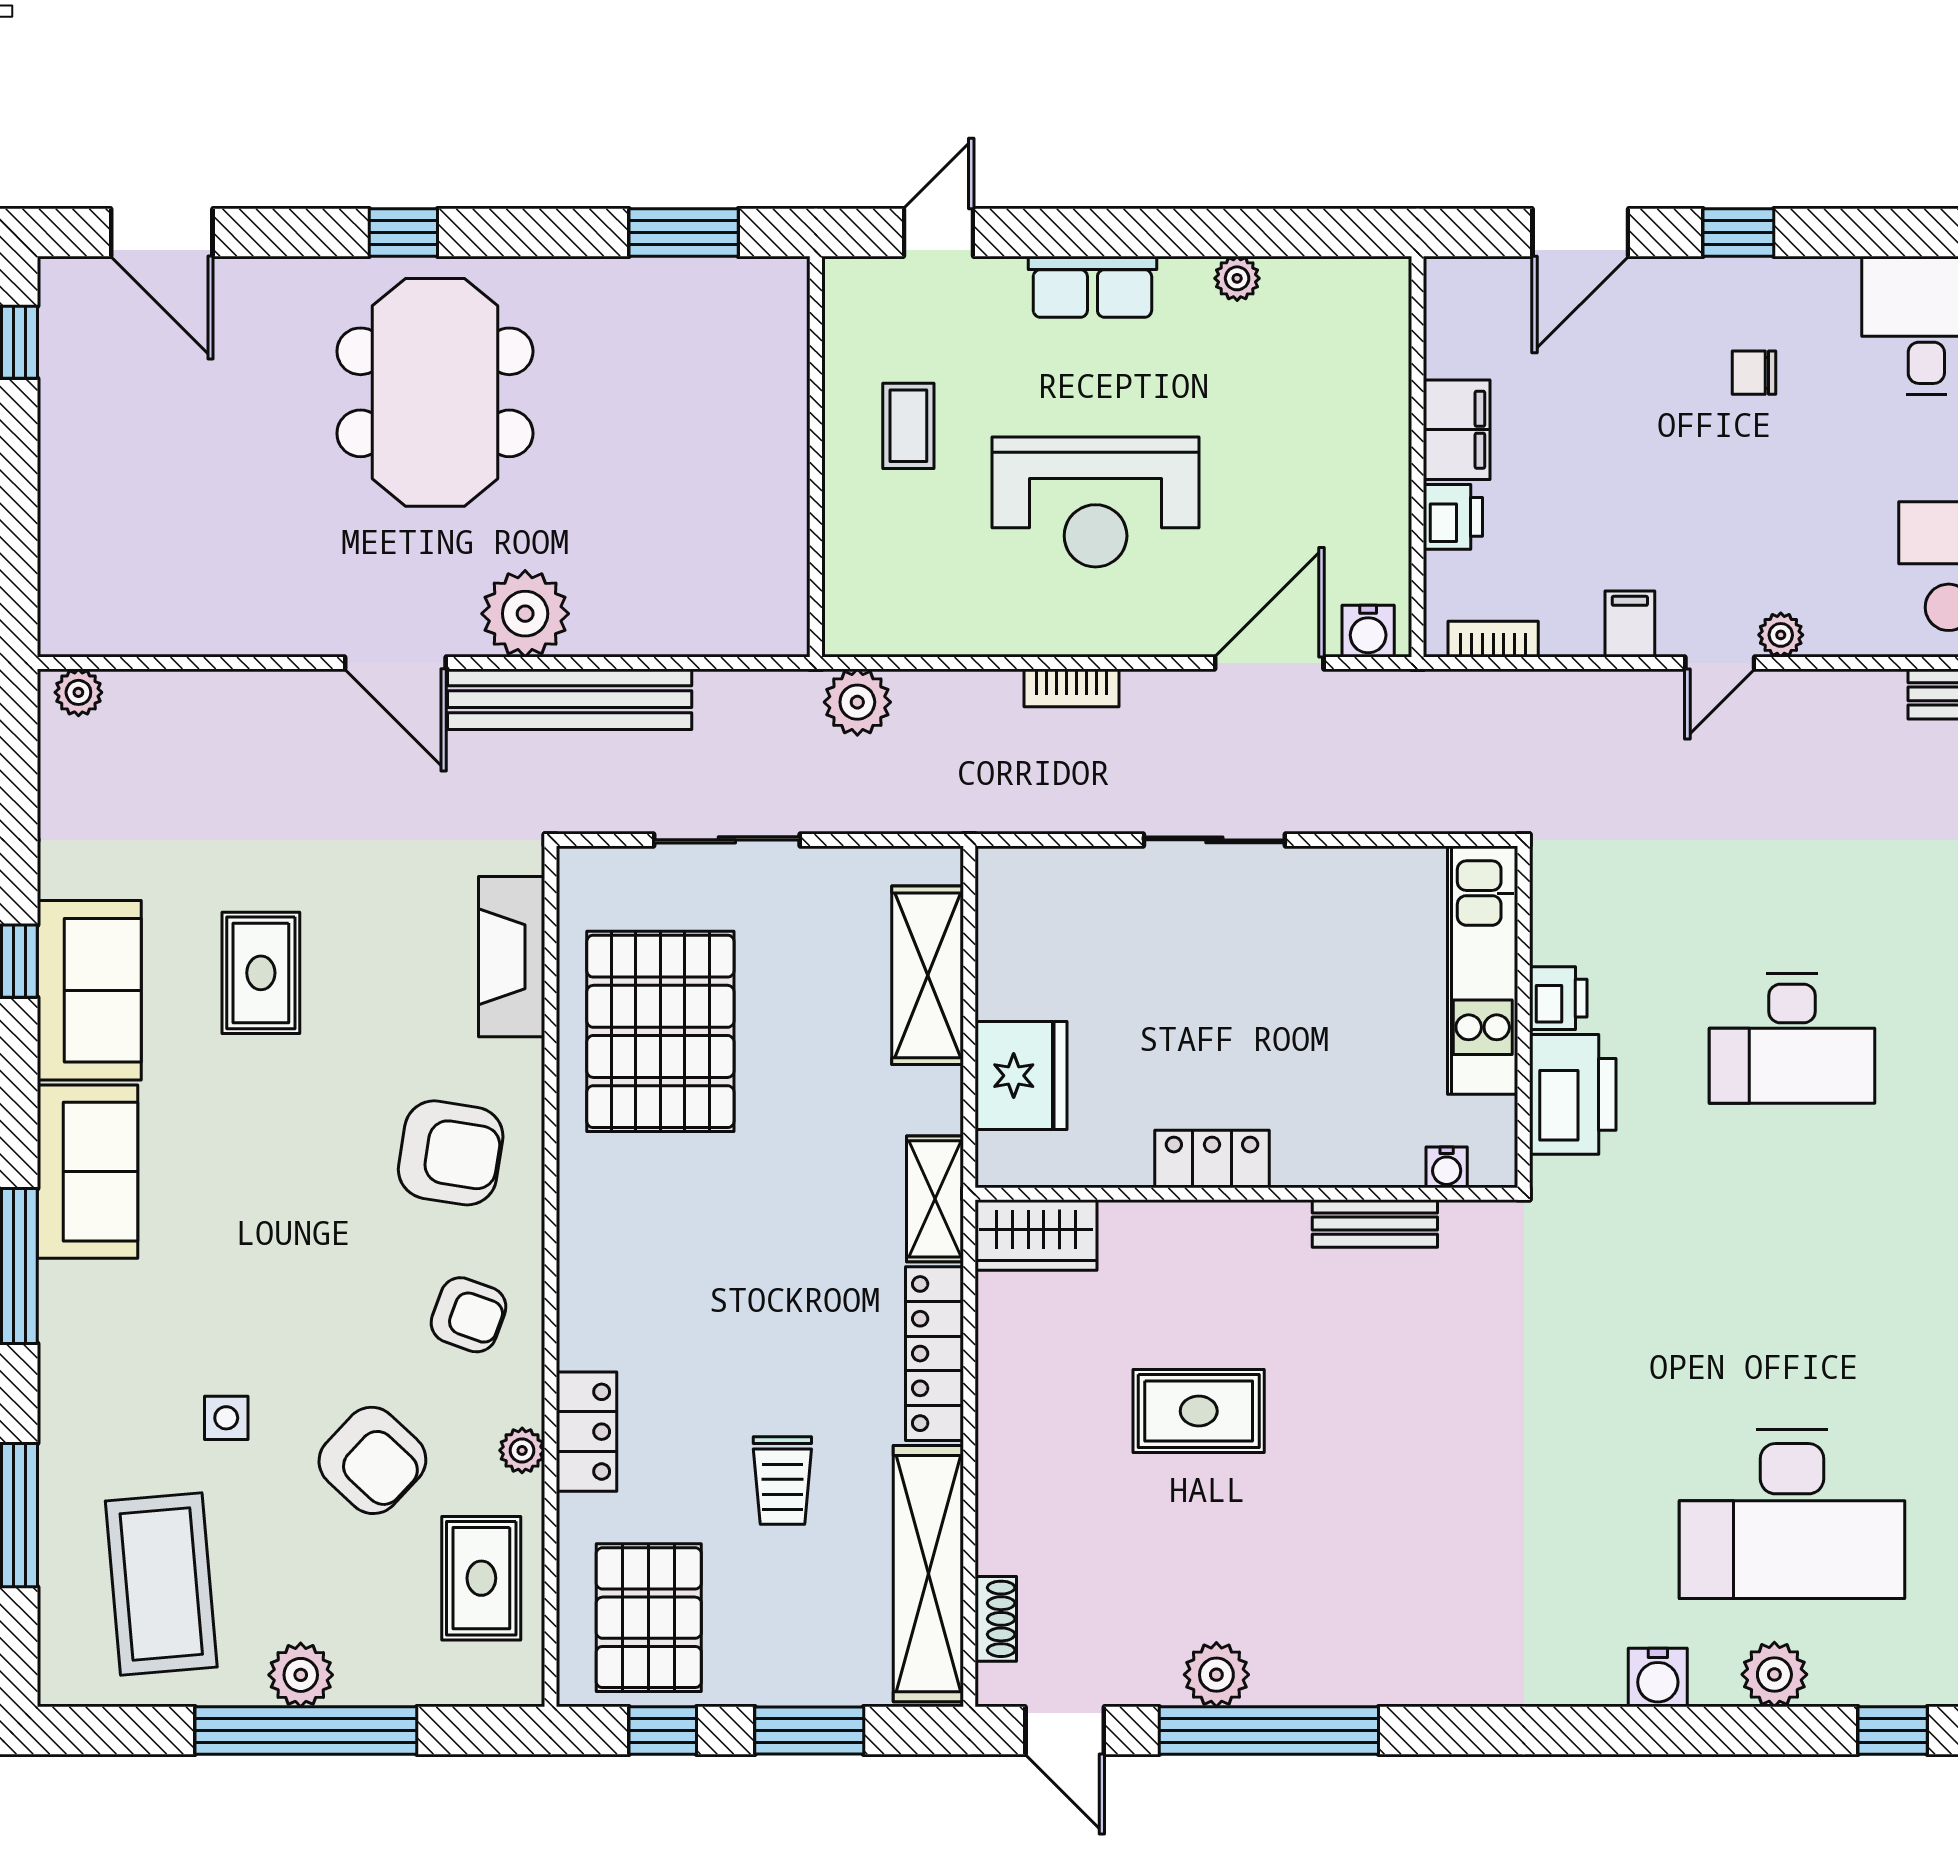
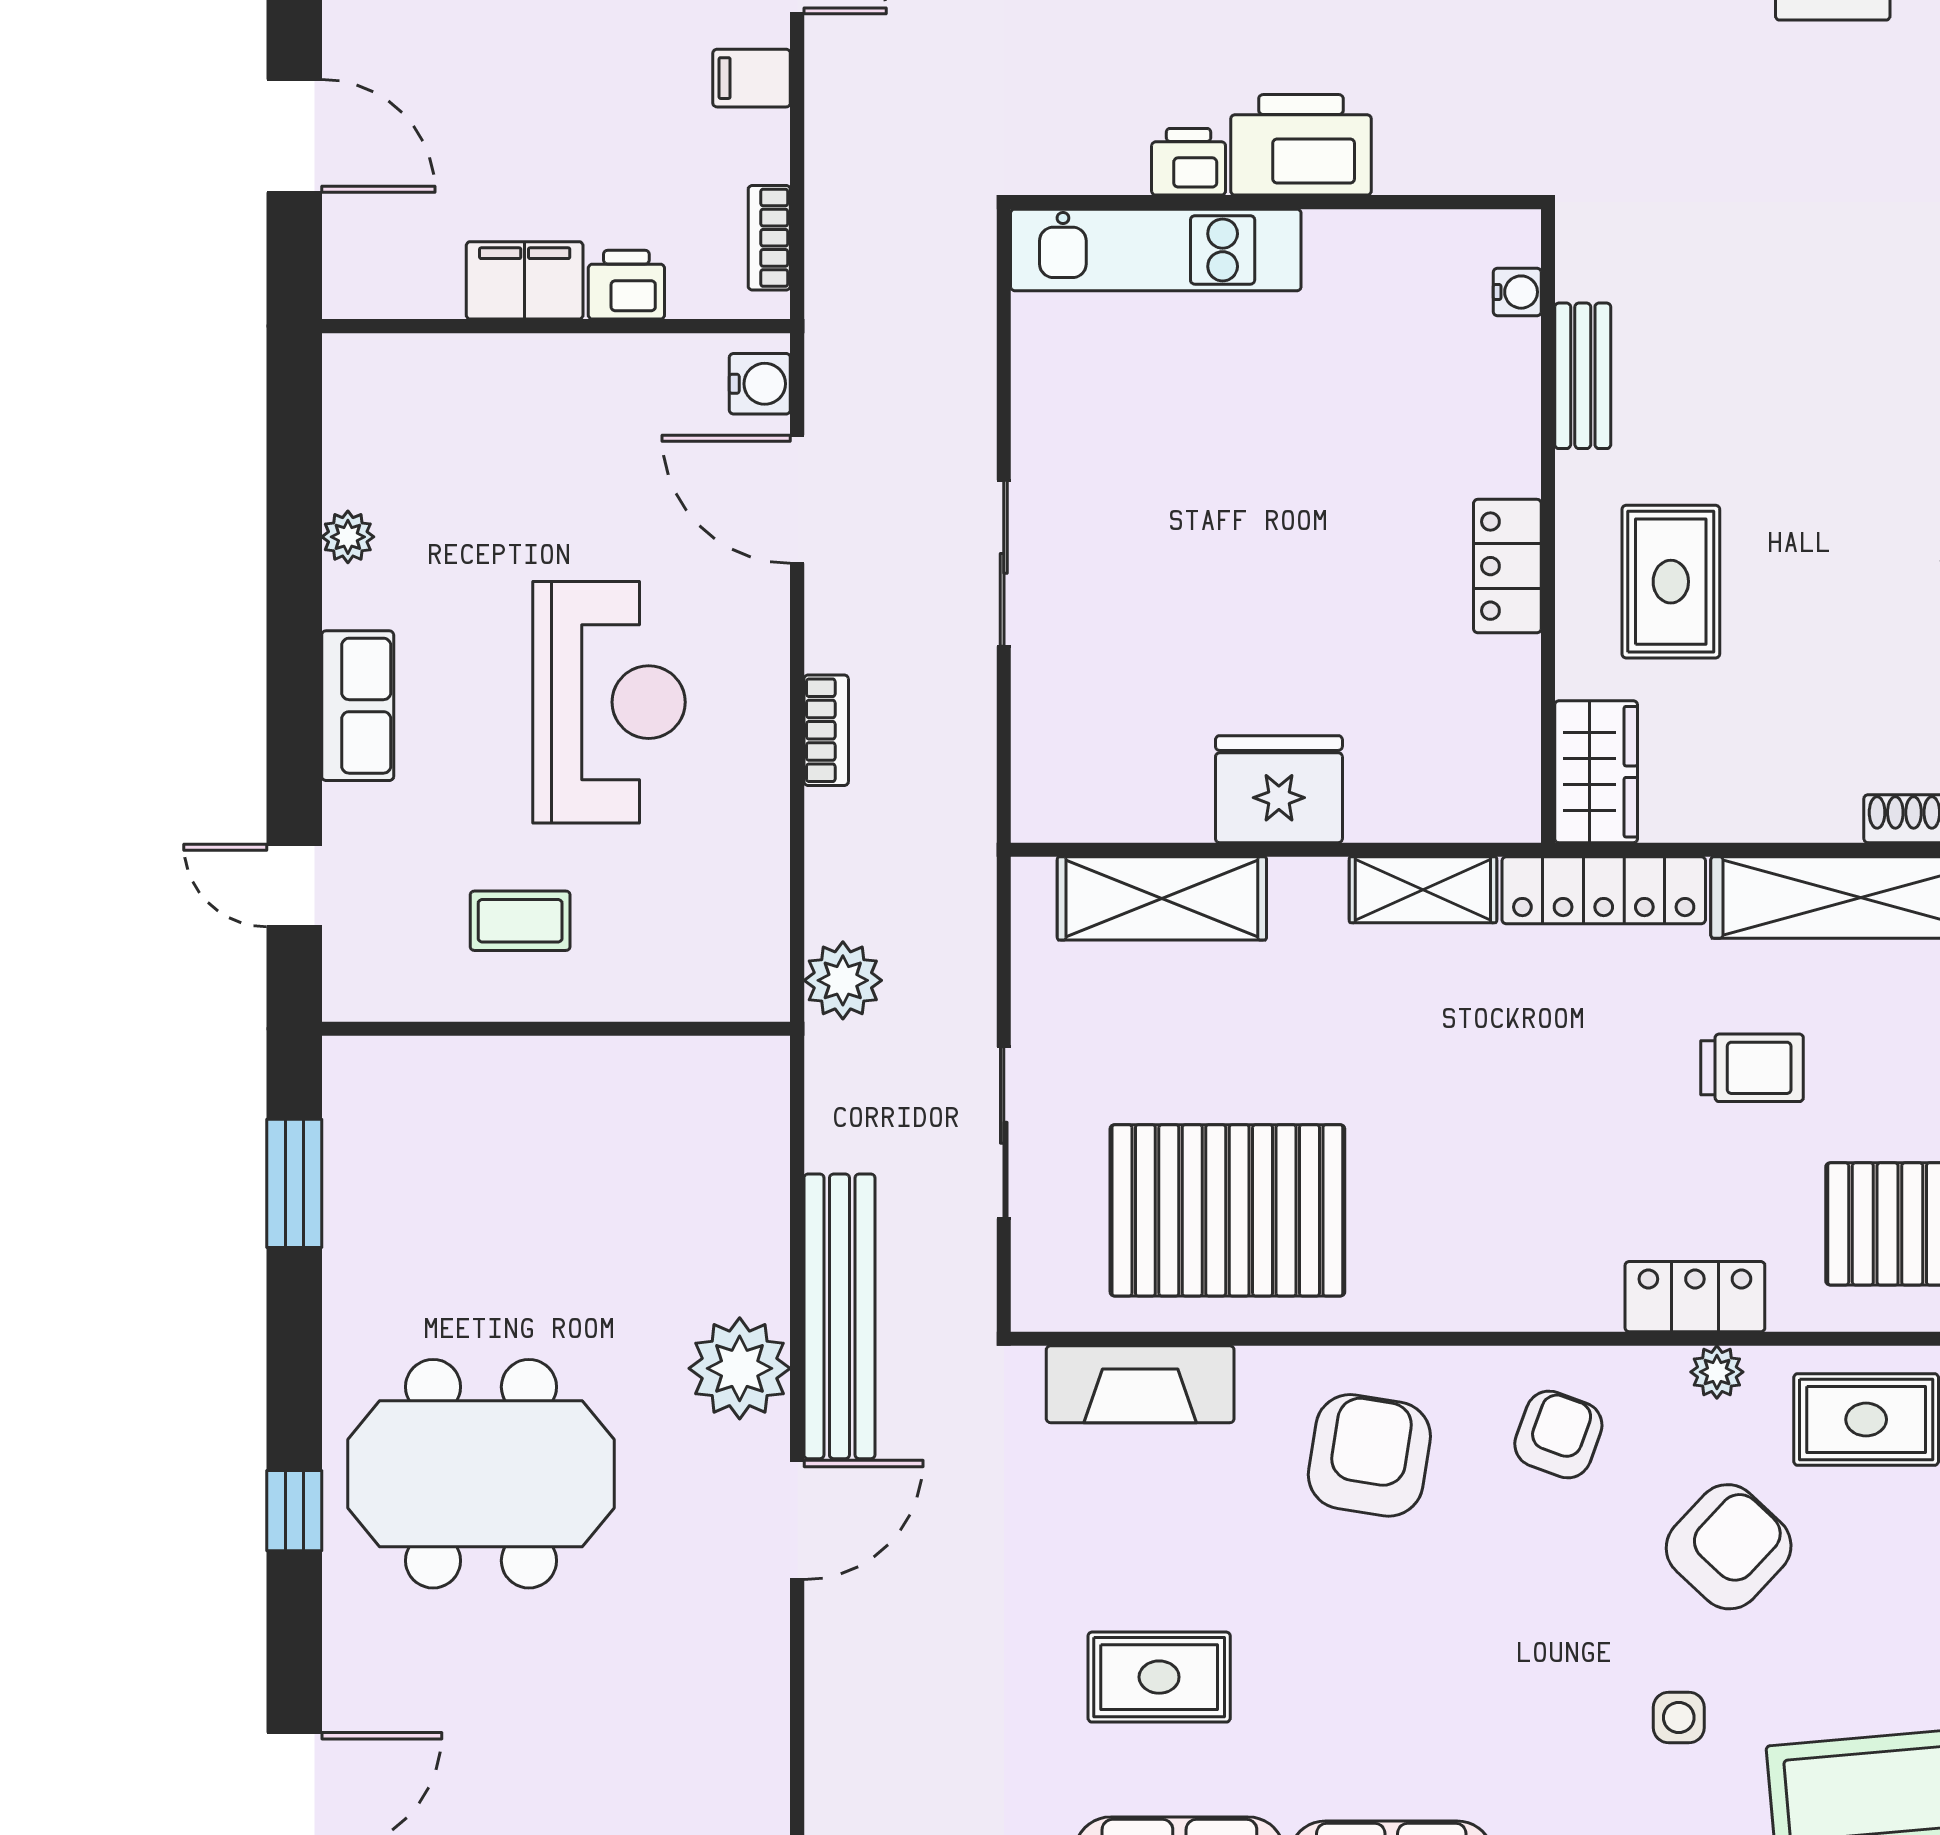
locker: (1212, 1159) -> (1507, 566), moved
water cooler: (1447, 1167) -> (1517, 292), moved
wall: (1246, 1194) -> (1548, 526), moved
bench: (1375, 1224) -> (1583, 376), moved
wardrobe: (1036, 1235) -> (1596, 772), moved

